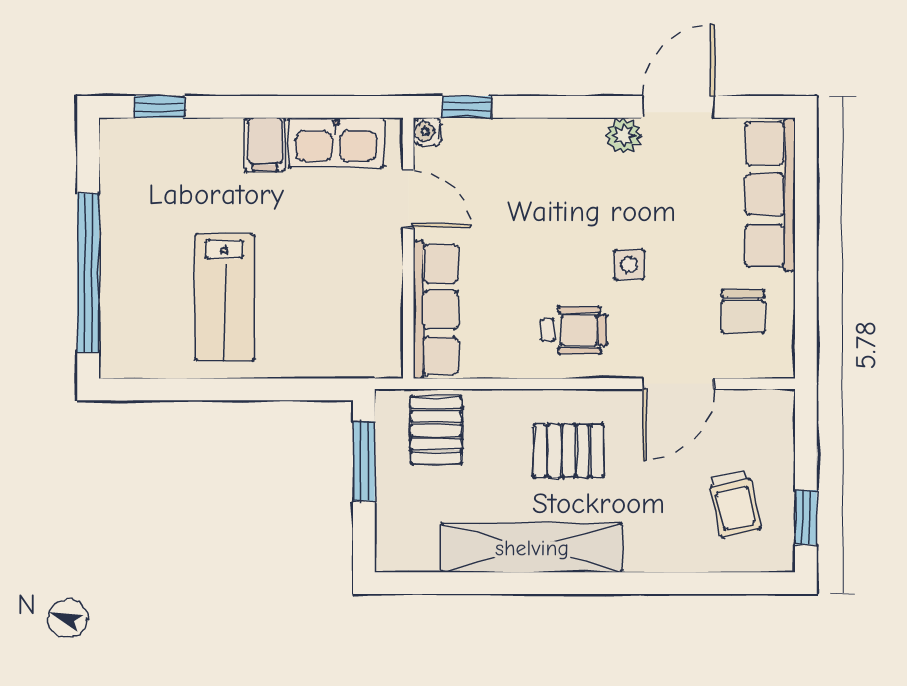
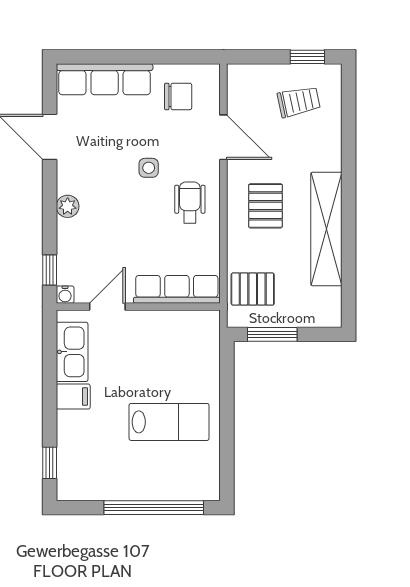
plant: (624, 136) -> (68, 206), moved

